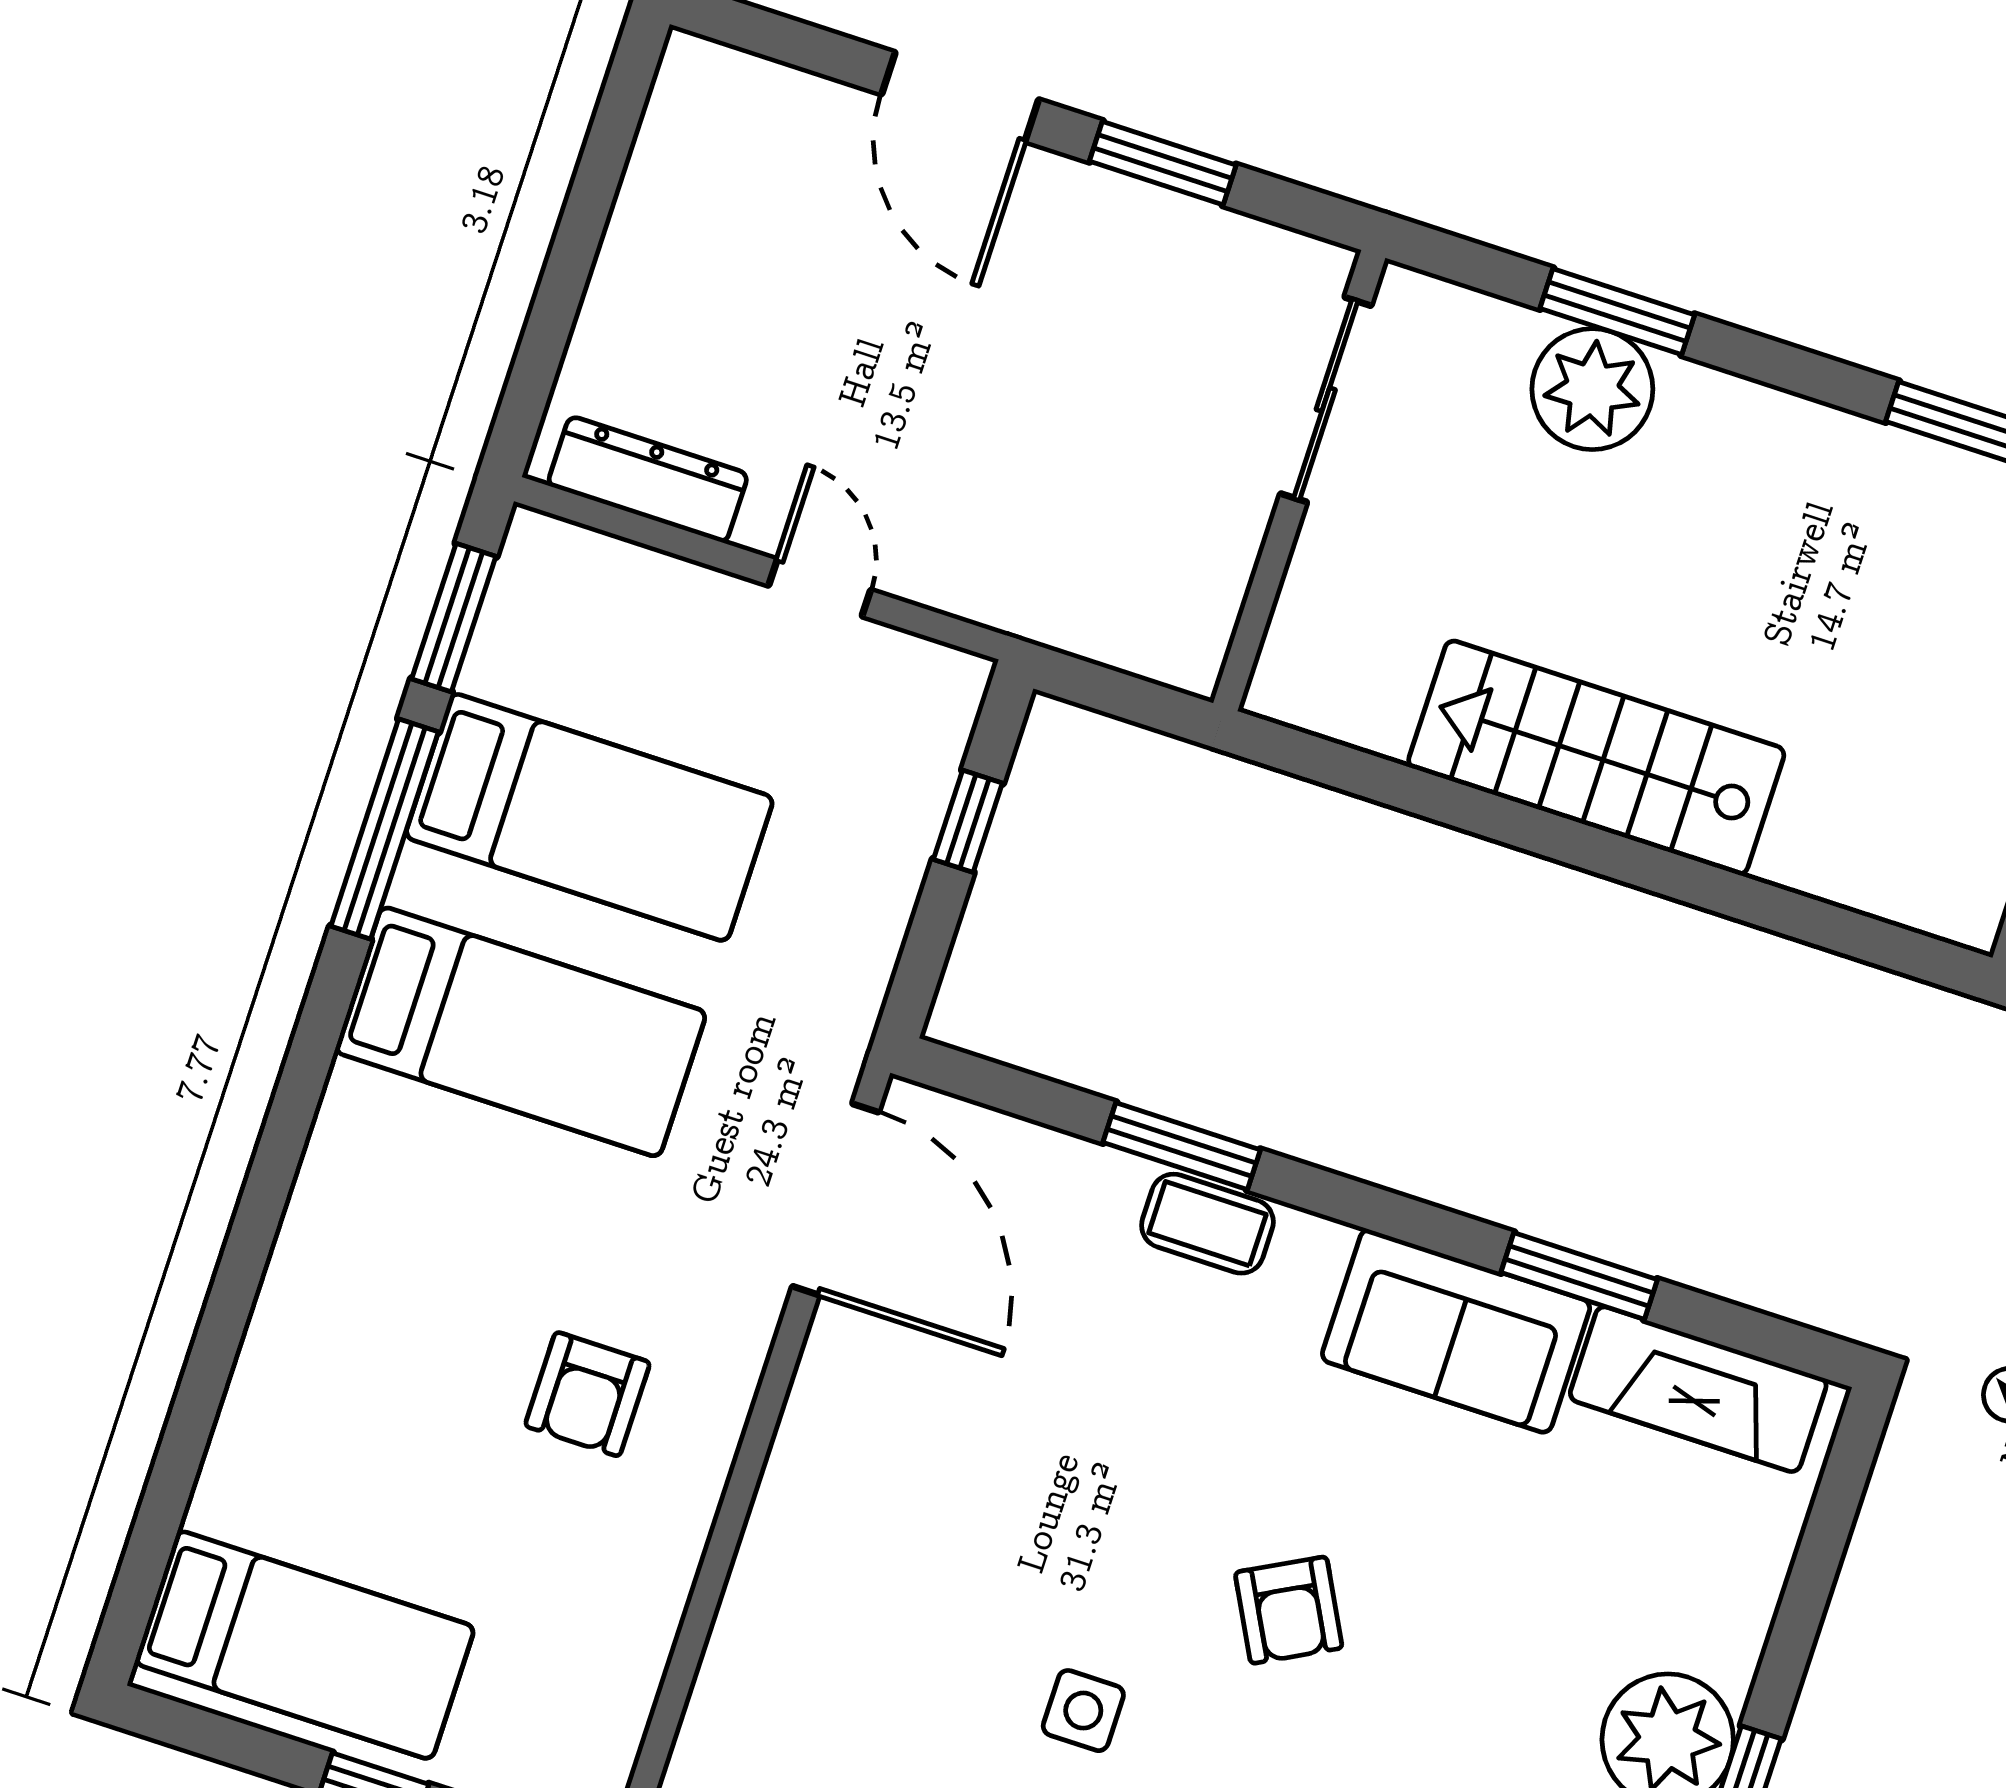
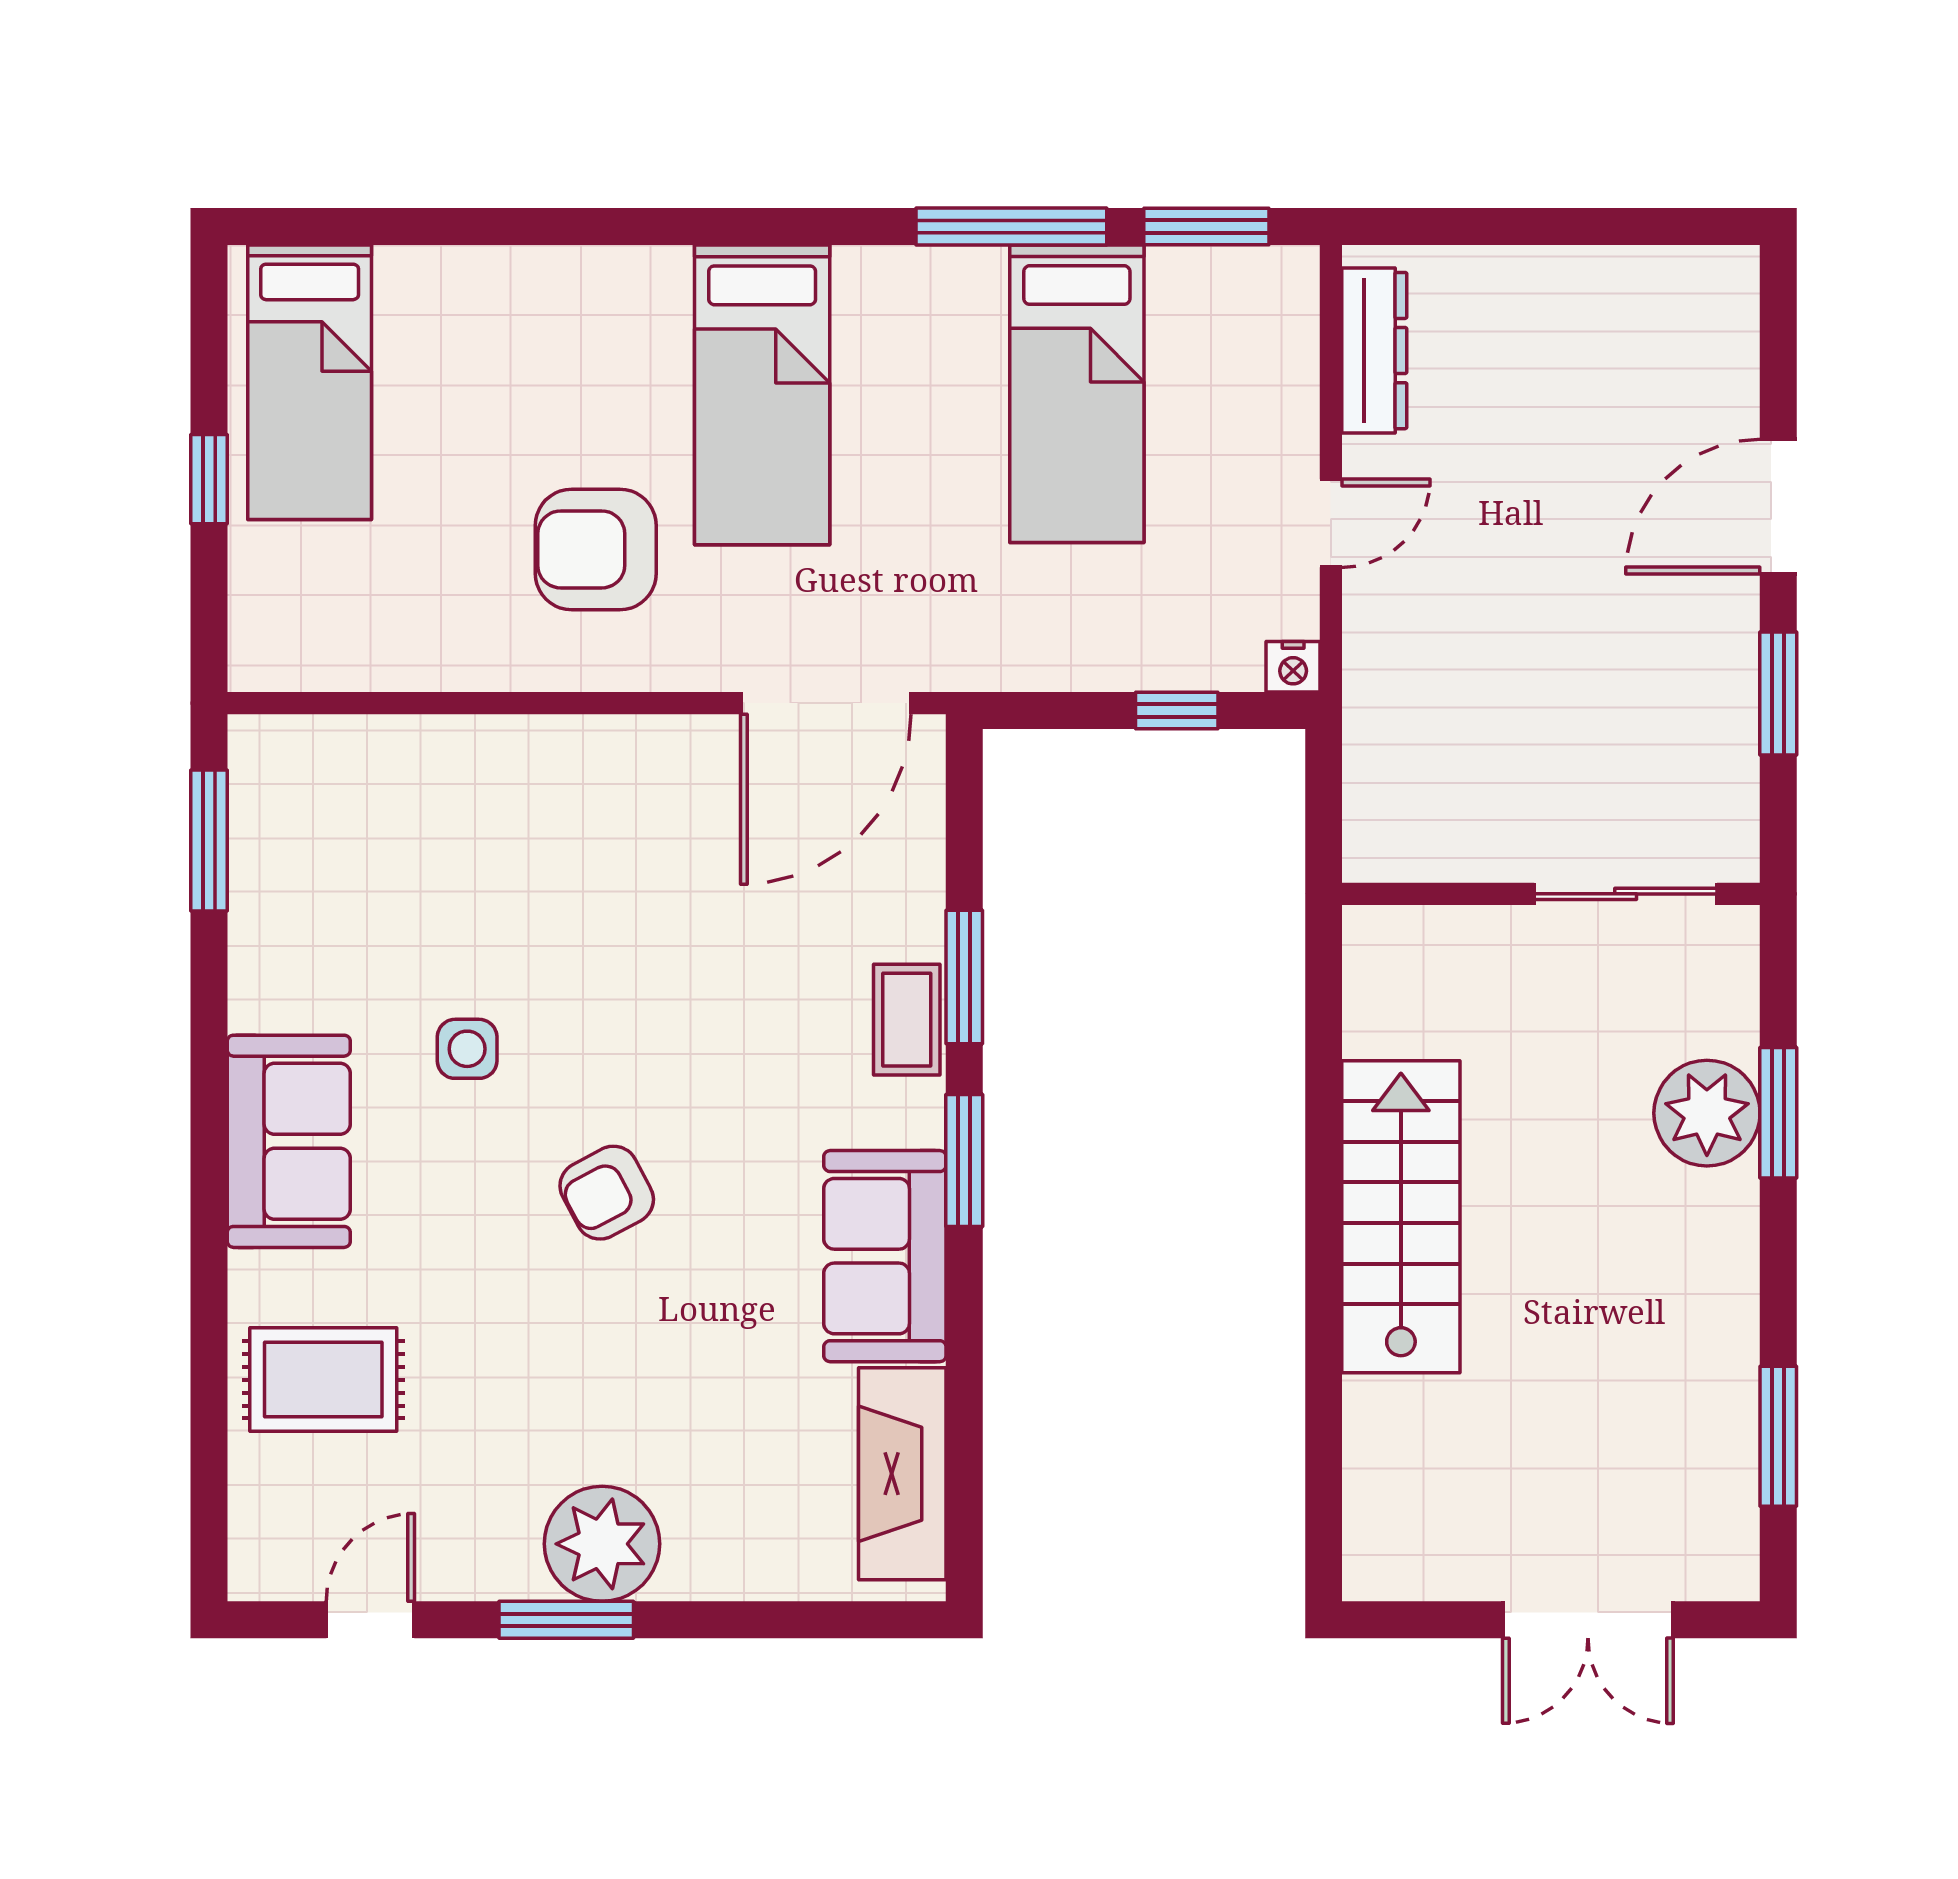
nightstand: (962, 680) -> (1293, 667), added
bed: (520, 1032) -> (762, 395), moved
window: (1579, 1276) -> (964, 1161), moved
armchair: (588, 1394) -> (596, 549), width x1.38, depth x1.38

